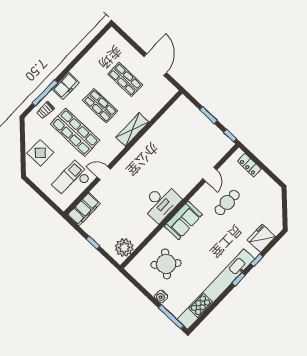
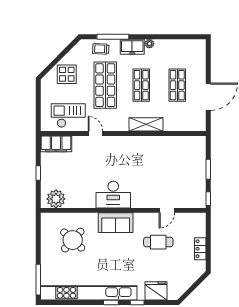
plant: (75, 71) -> (149, 44), added
locker: (249, 165) -> (200, 249), moved
water cooler: (161, 297) -> (46, 259), removed

